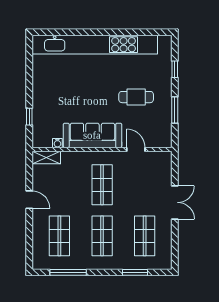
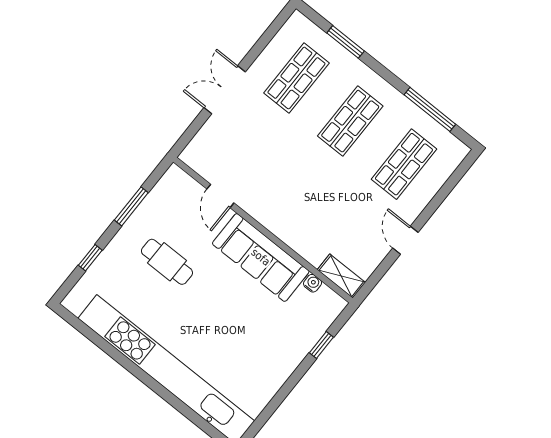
shop shelf: (102, 185) -> (299, 186), removed

